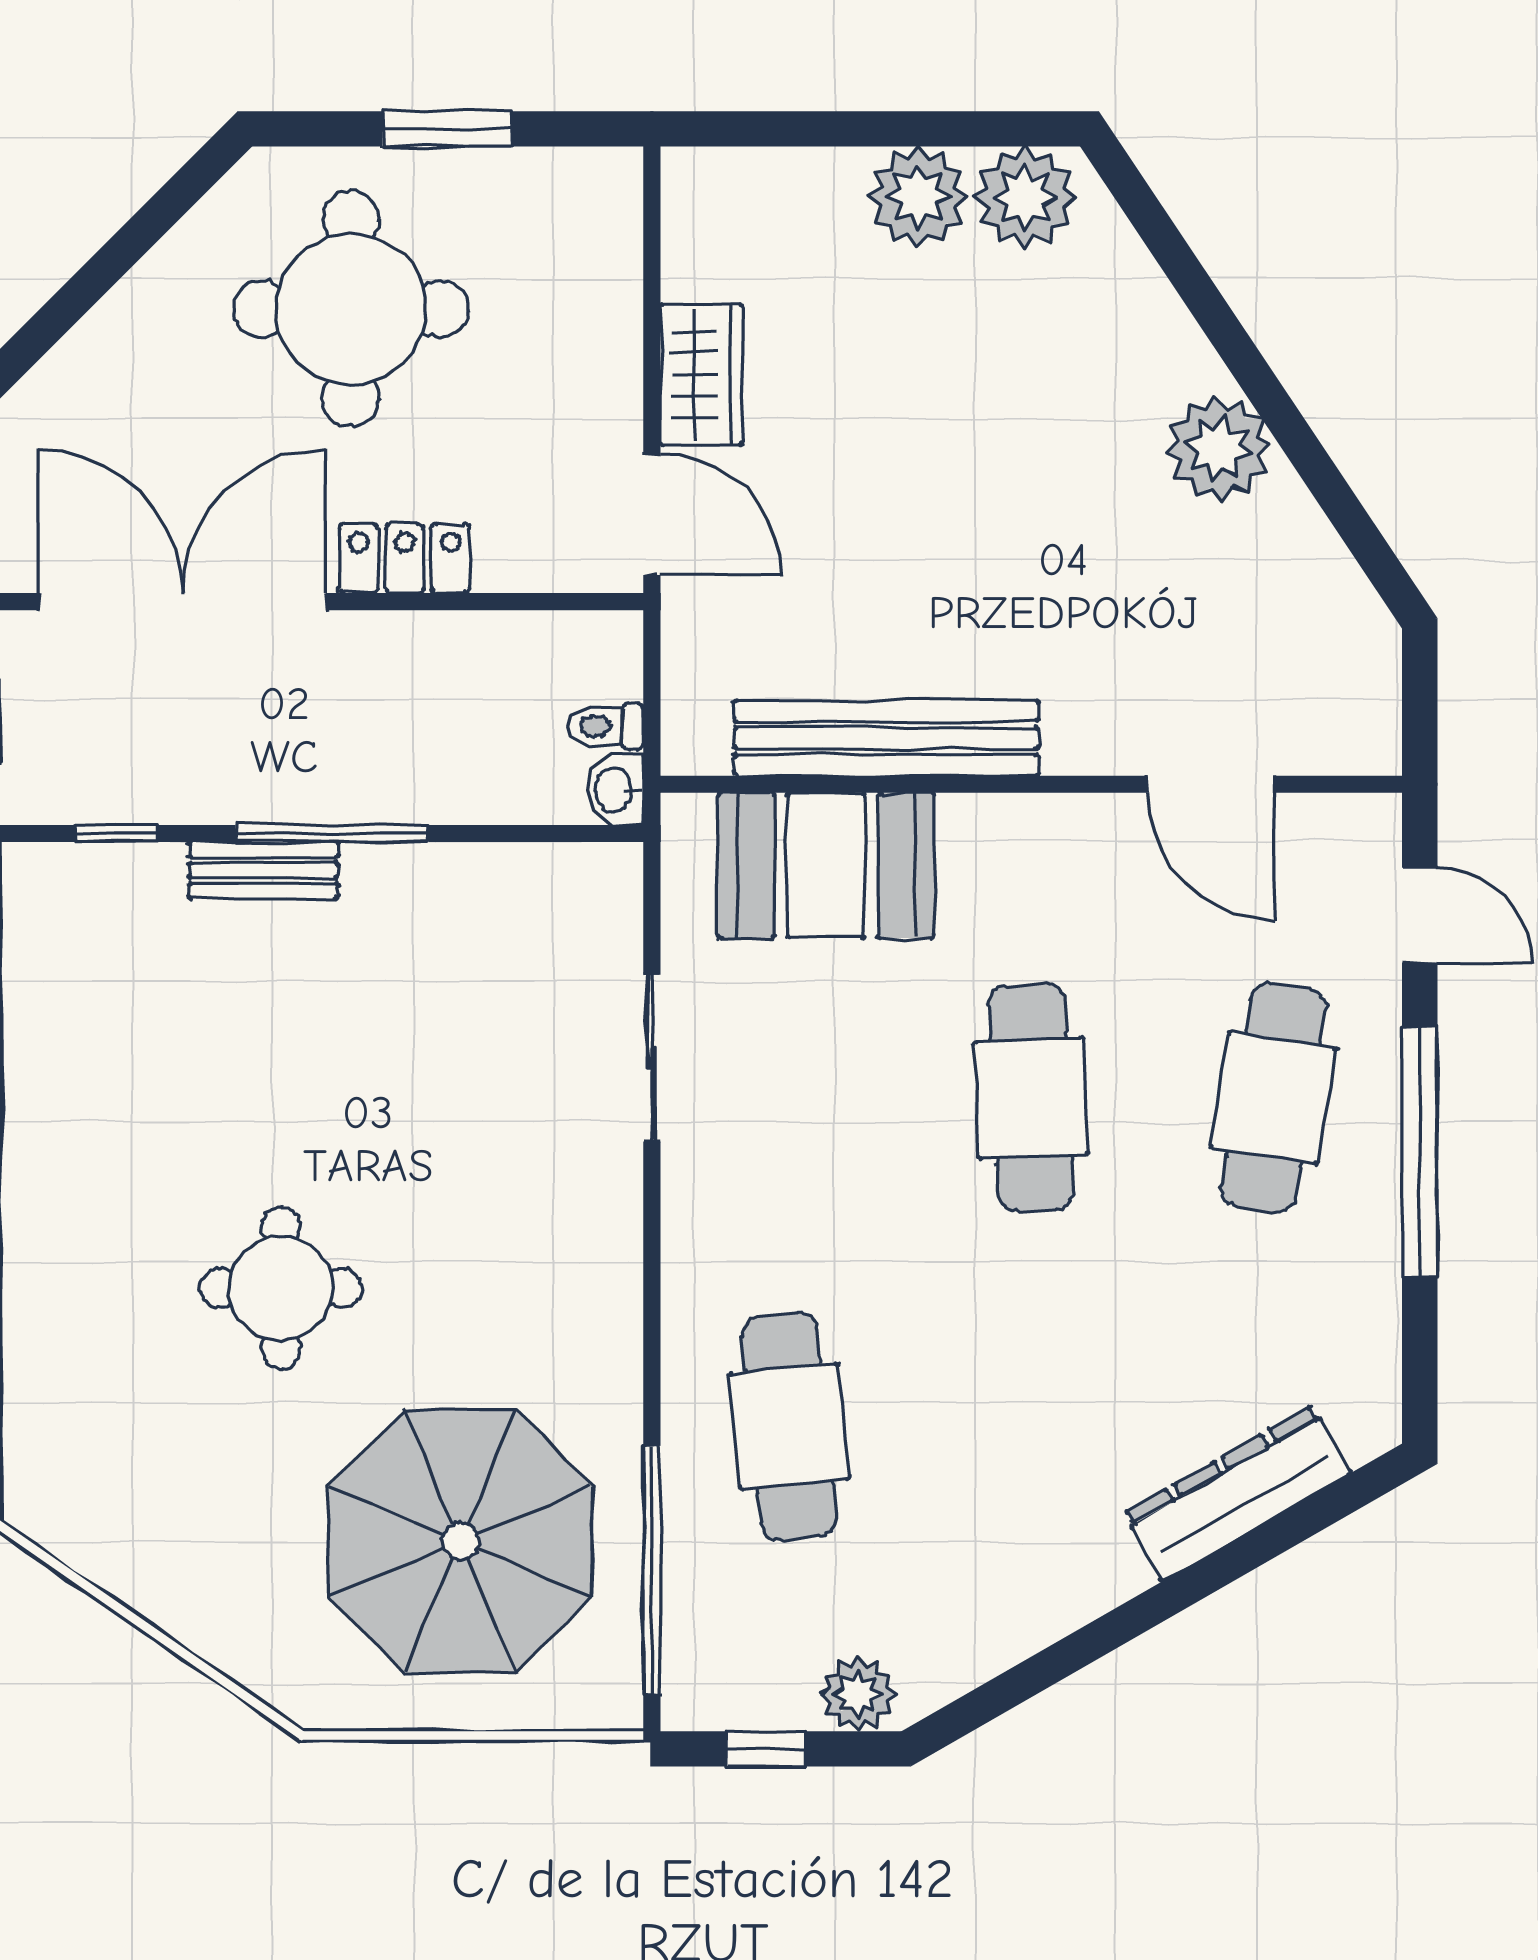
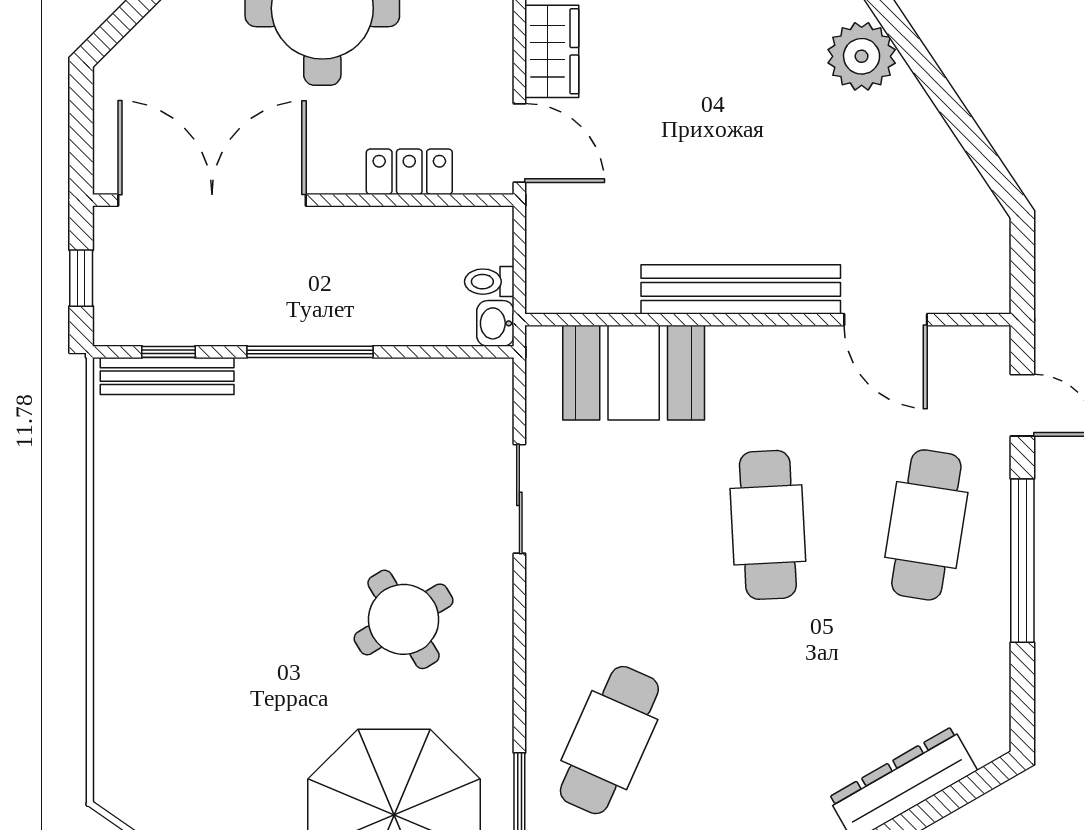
plant: (1219, 448) -> (862, 56), moved
locker: (405, 558) -> (409, 172), moved
bench: (886, 738) -> (741, 289), moved
bench: (263, 870) -> (167, 376), moved, width x1.36
round table: (281, 1288) -> (404, 619), moved, turned -31
cafe table: (789, 1426) -> (609, 740), turned 30

